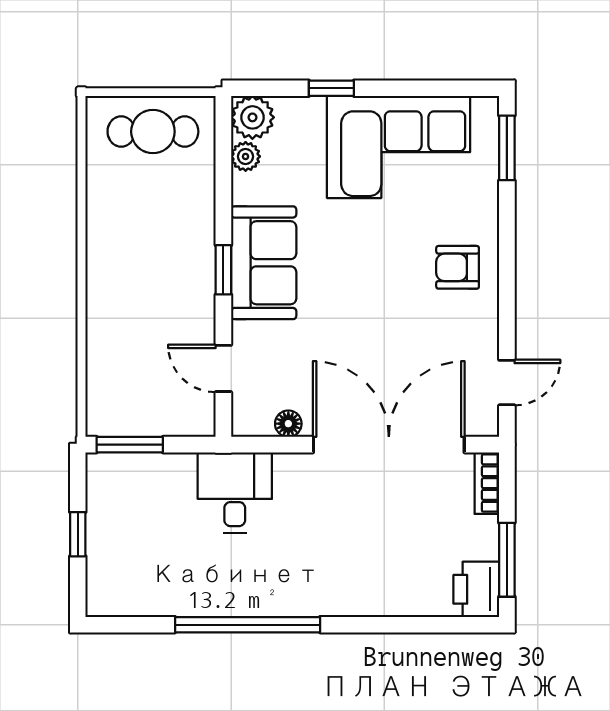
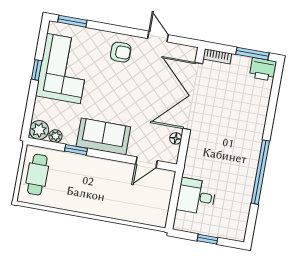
window: (331, 88) -> (37, 70), moved
armchair: (458, 267) -> (121, 52), turned -90
window: (223, 270) -> (76, 150), moved
door: (507, 383) -> (158, 37), moved
window: (130, 445) -> (172, 209), removed
desk: (235, 492) -> (196, 196), moved

